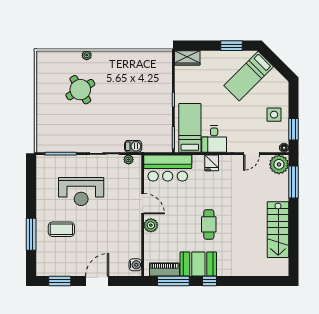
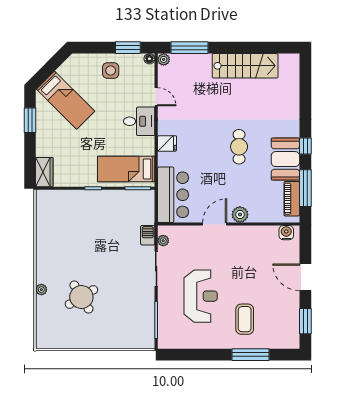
desk: (214, 139) -> (139, 121), moved
plant: (279, 164) -> (164, 59), width x0.53, depth x0.53
cafe table: (209, 224) -> (239, 147), turned 90

